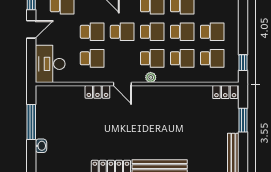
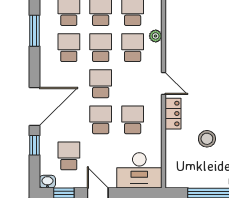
plant: (151, 77) -> (156, 36), moved
door: (122, 84) -> (163, 84), hinge flipped
stool: (76, 120) -> (207, 139), added

